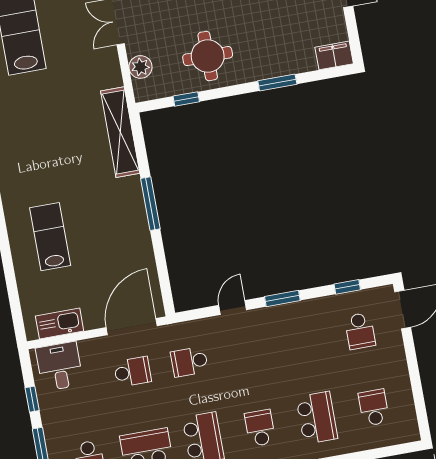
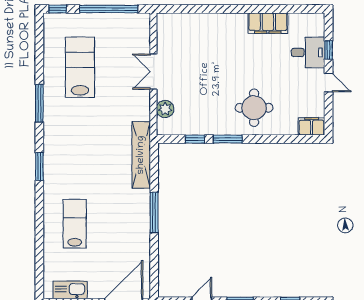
round table: (208, 56) -> (254, 108), moved
window: (277, 83) -> (228, 139), moved

